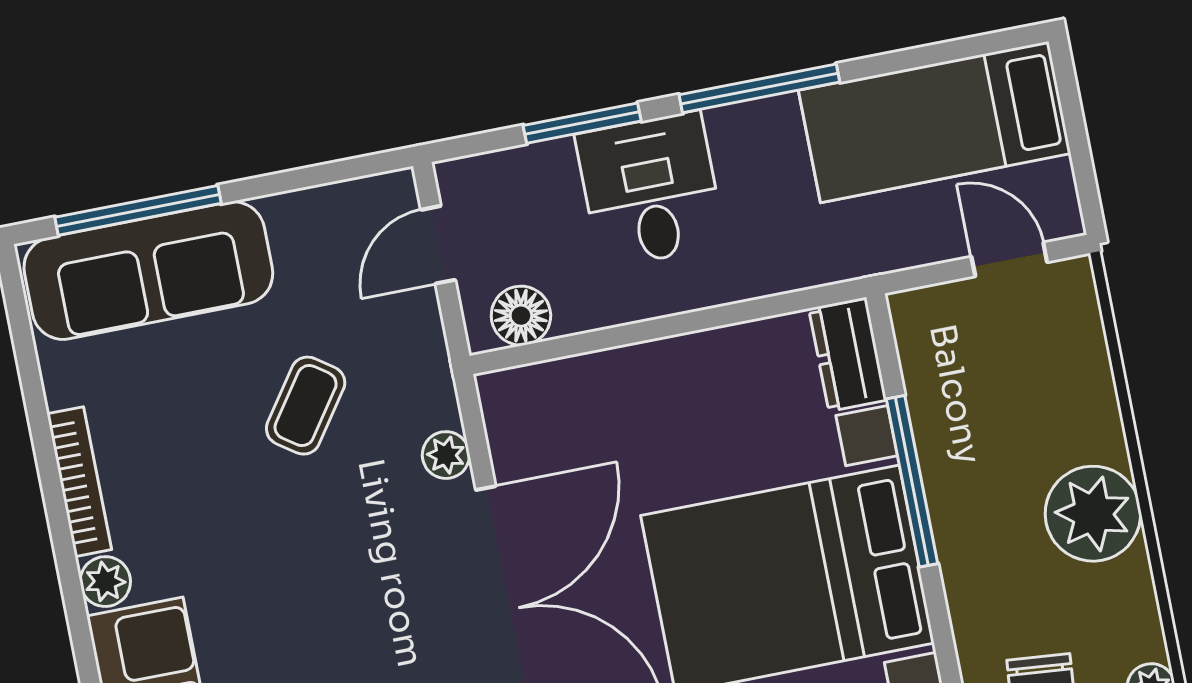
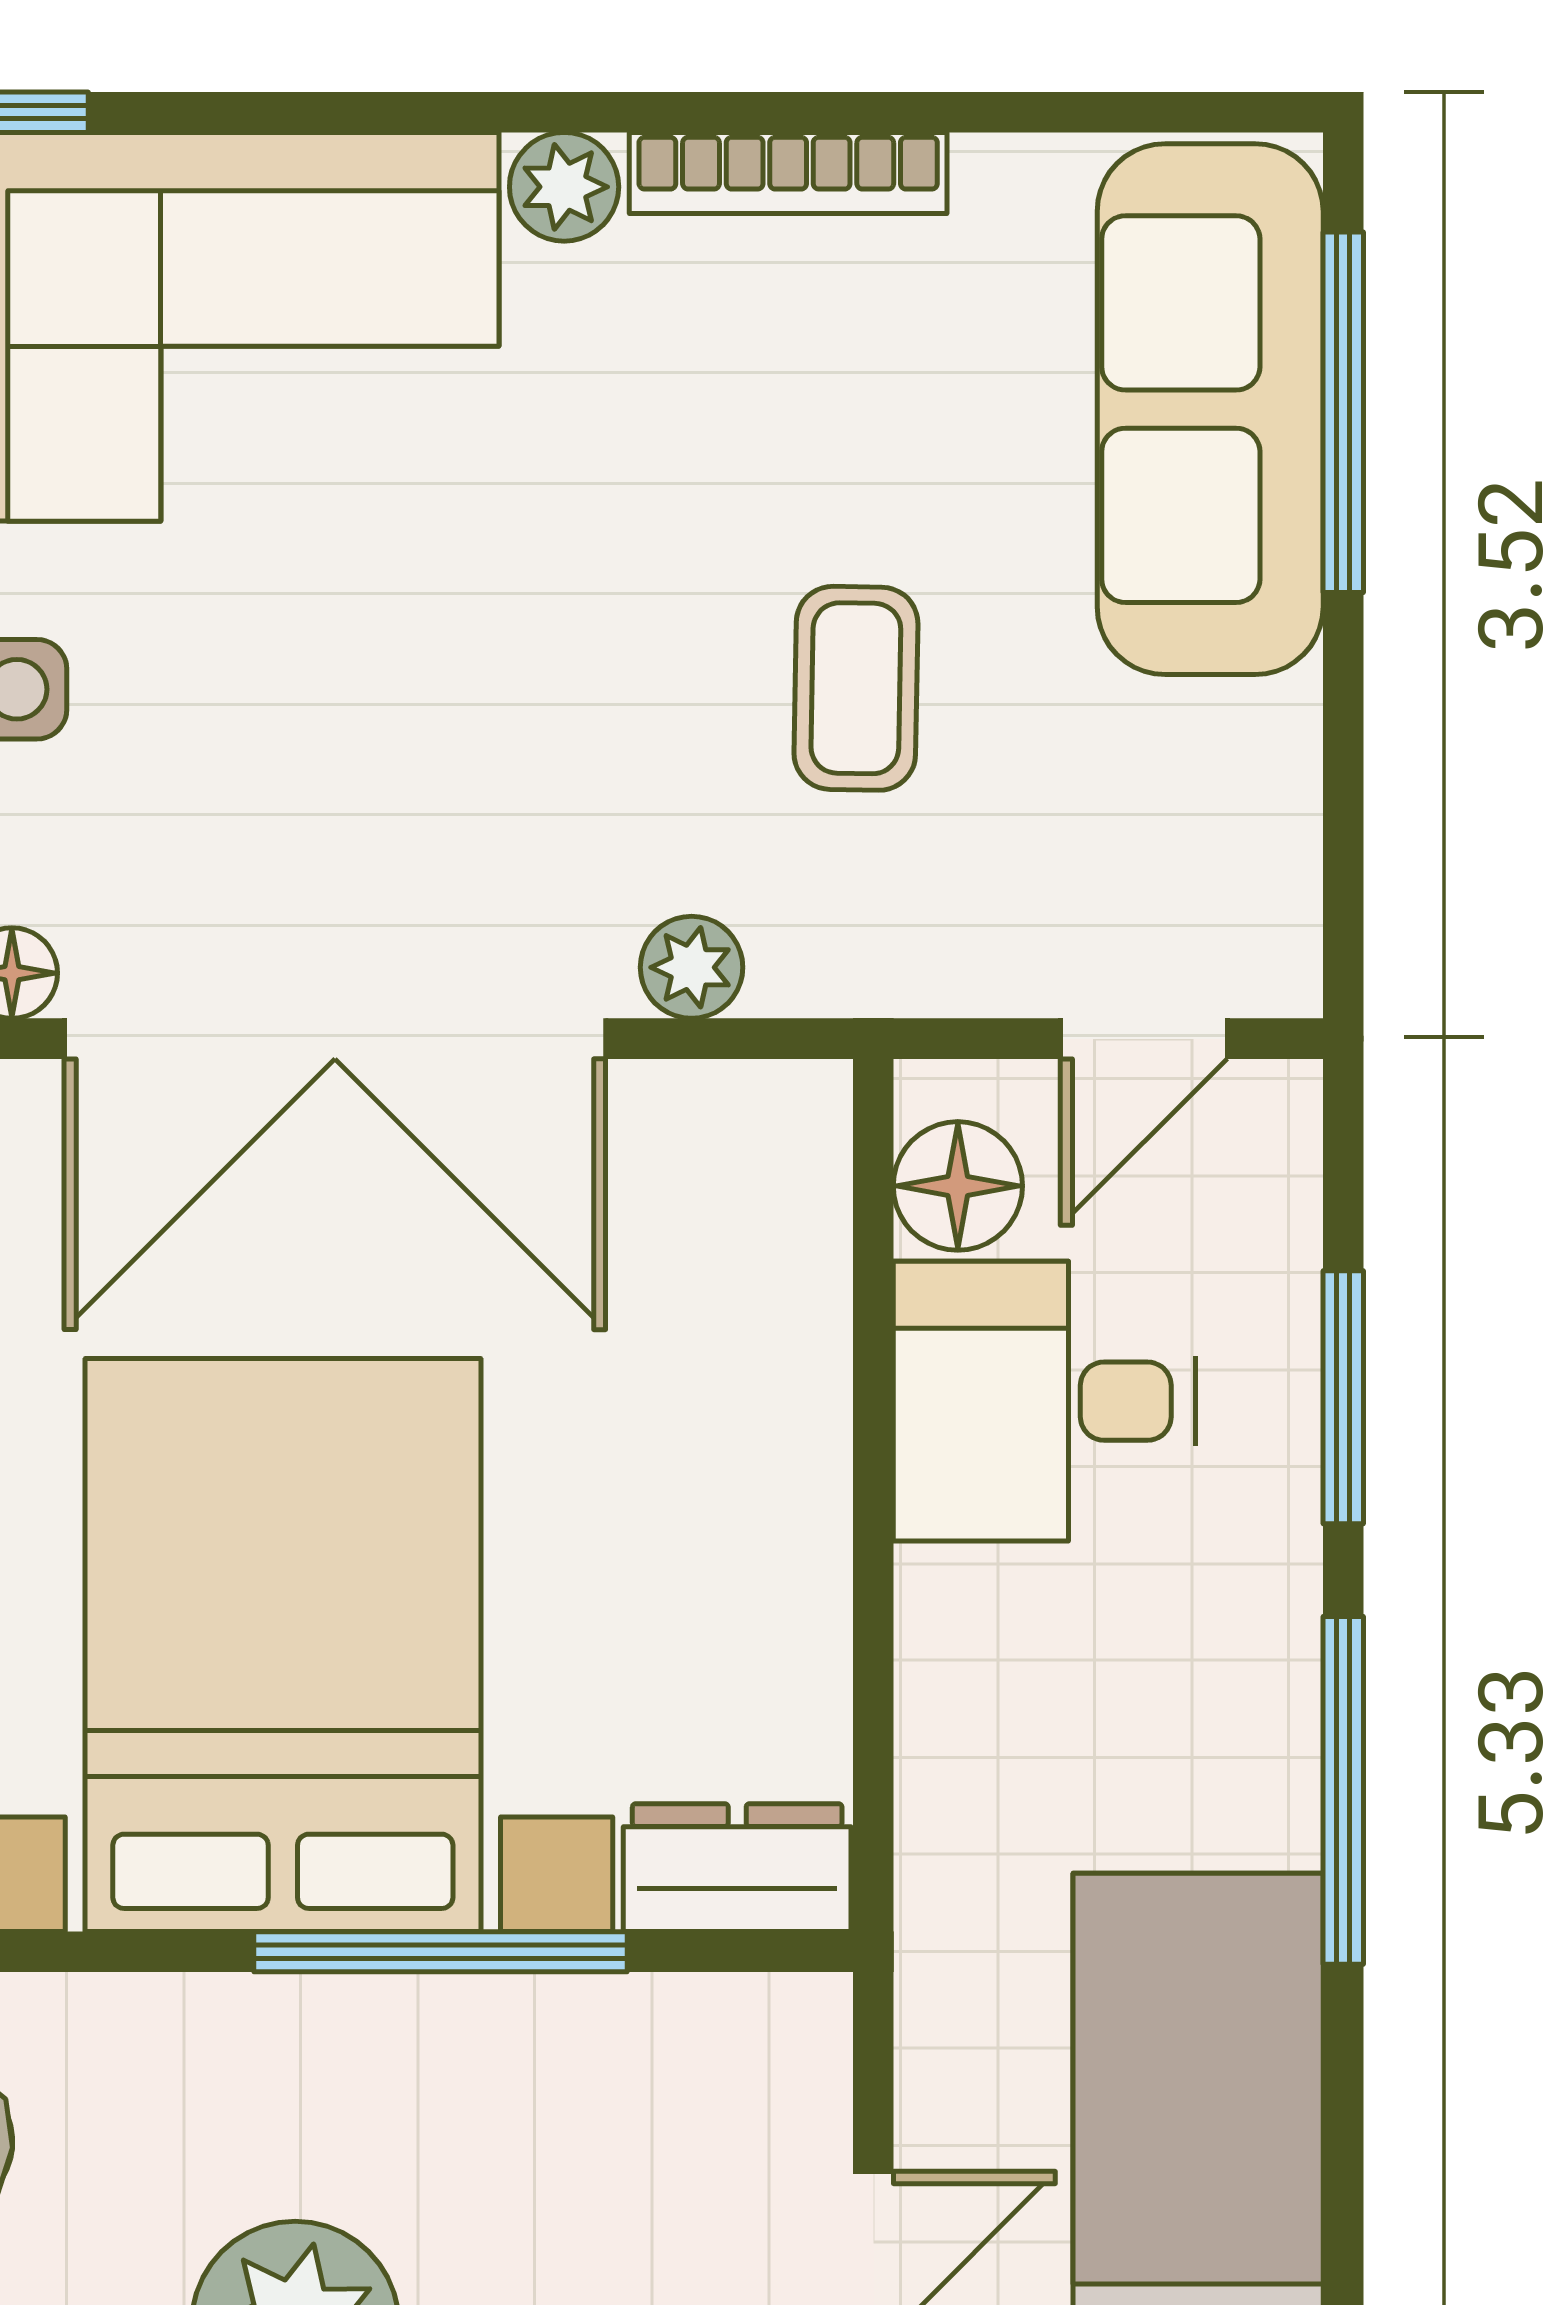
desk: (650, 190) -> (1044, 1401), moved, turned 180
door: (438, 245) -> (1144, 1039), swing flipped
coffee table: (306, 406) -> (856, 688), turned 56

